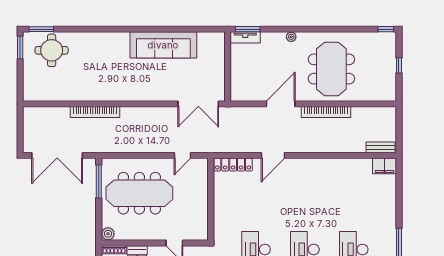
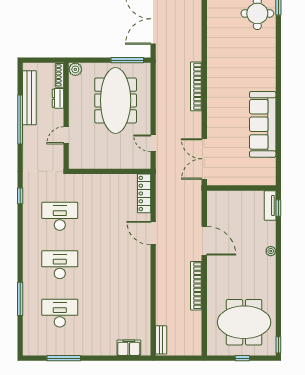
window: (248, 29) -> (278, 208), width x0.67
meeting table: (331, 69) -> (244, 322), moved
bookcase: (95, 112) -> (196, 86), moved
filing cabinet: (385, 166) -> (129, 348), moved, turned 90

